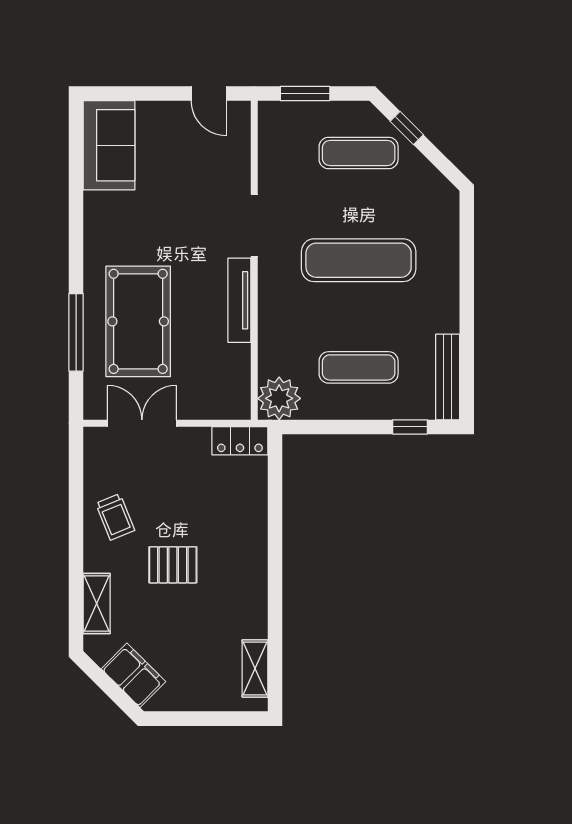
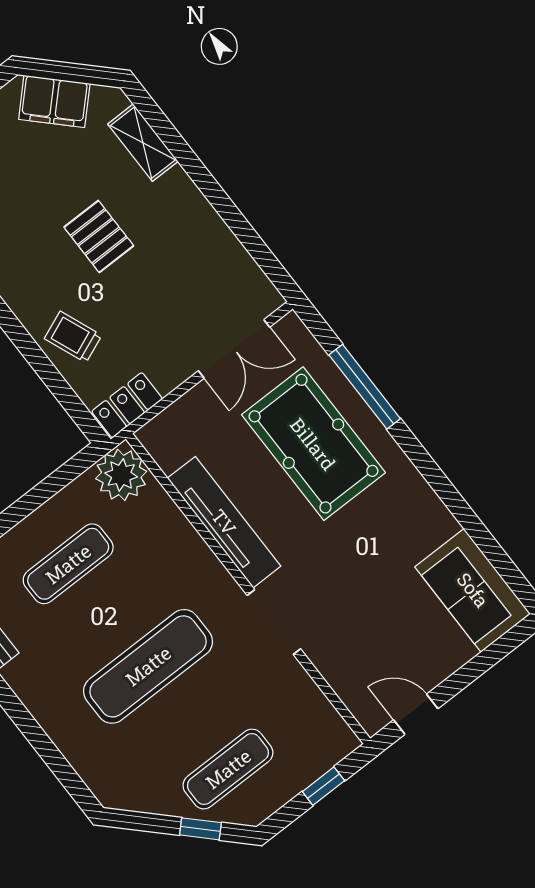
window: (305, 93) -> (323, 786), width x0.67
tv unit: (239, 300) -> (224, 522), width x1.36, depth x1.29
trolley: (115, 517) -> (73, 337), moved
pallet: (173, 565) -> (99, 236), turned 90

